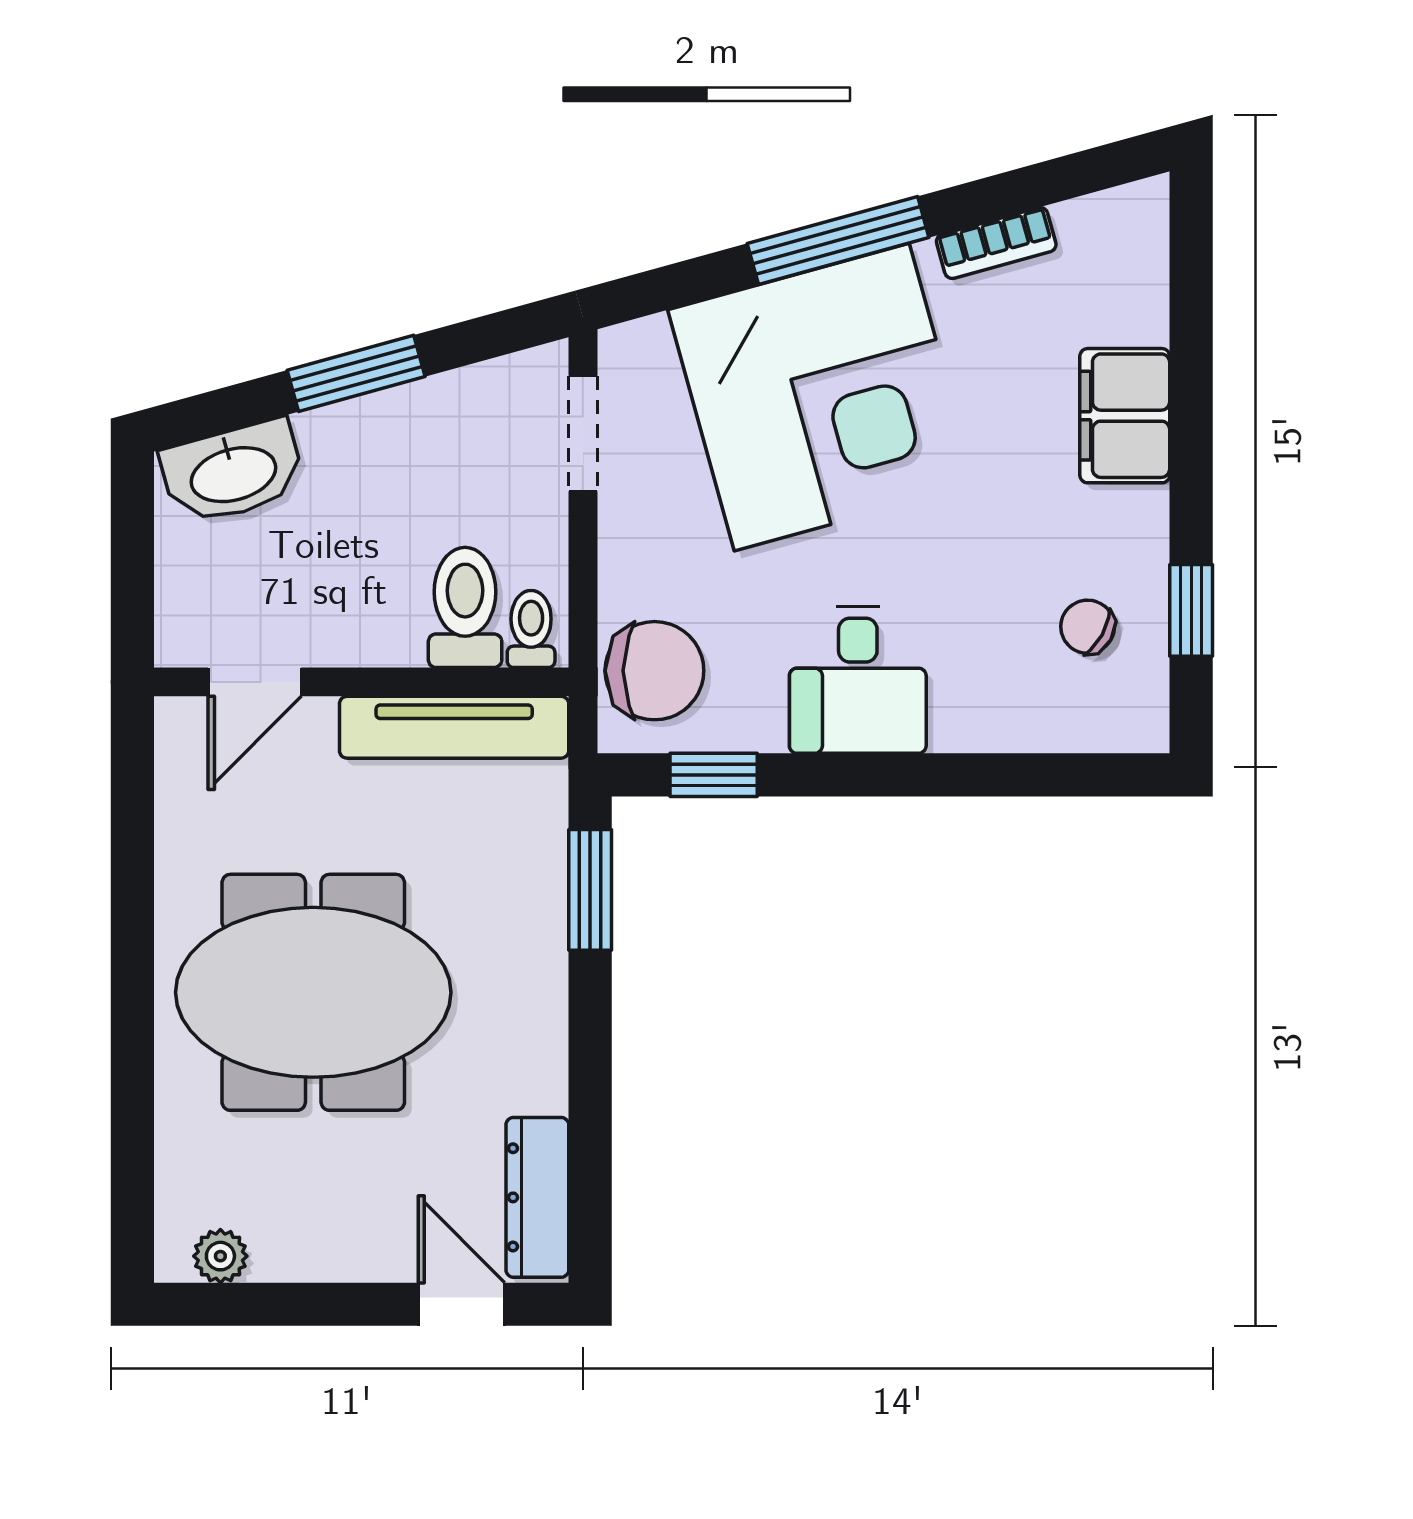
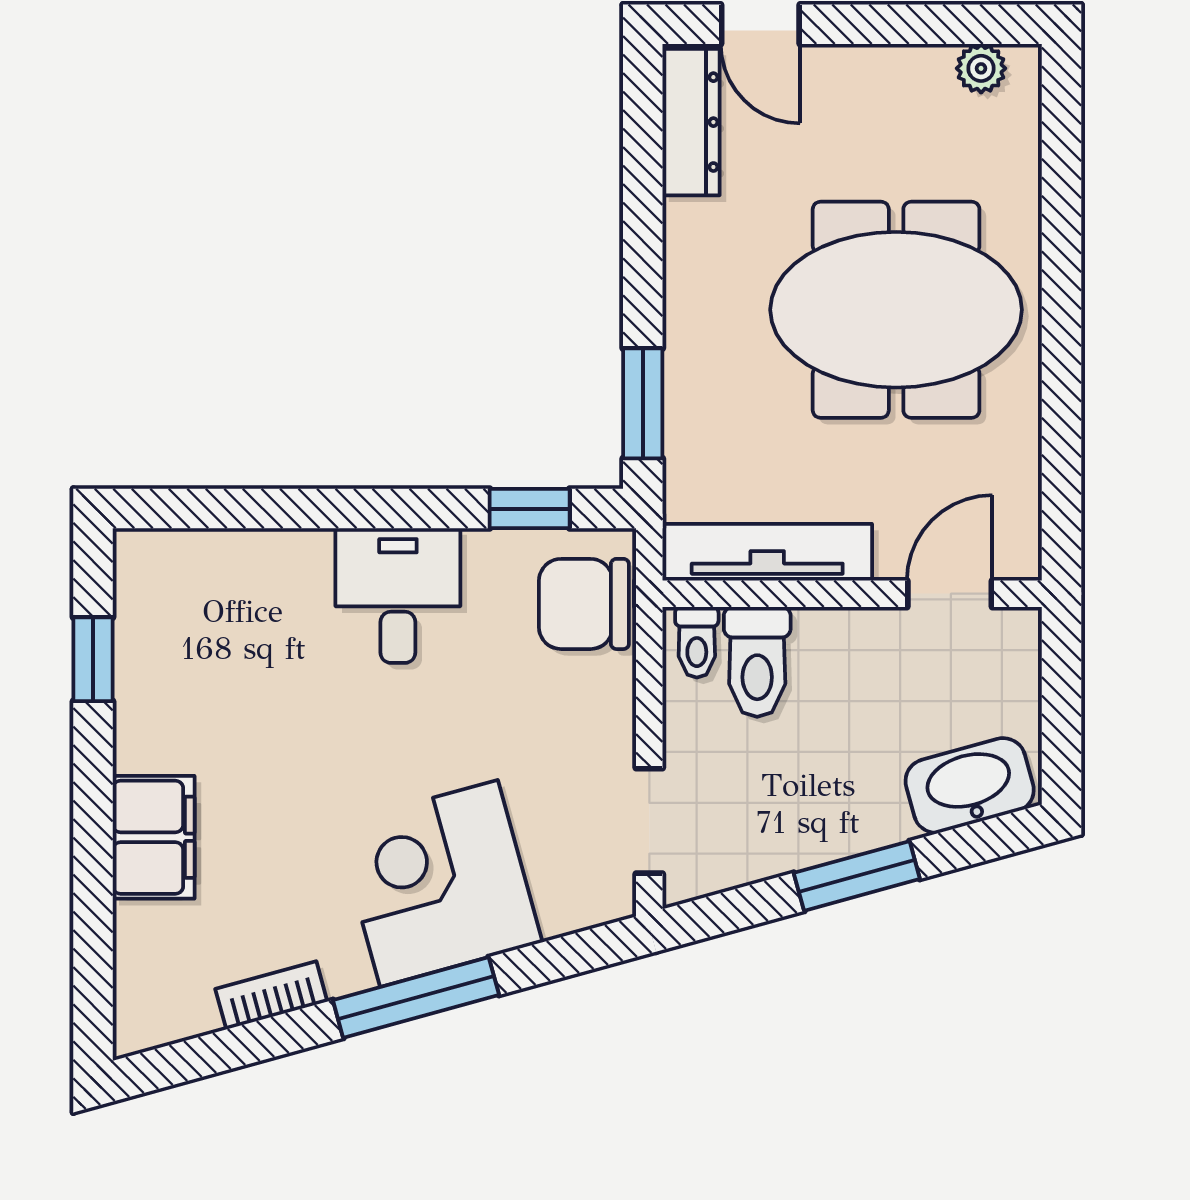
corner desk: (822, 397) -> (439, 883), width x0.74, depth x0.74
chair: (1088, 627) -> (188, 644), removed

